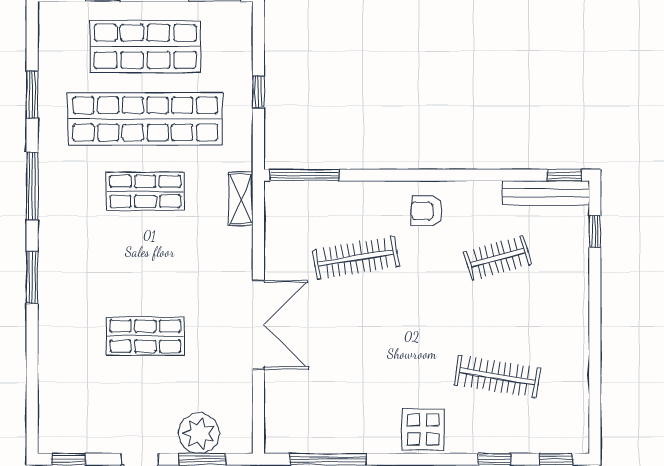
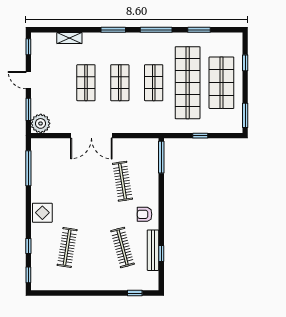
window: (564, 175) -> (161, 253), moved
bench: (546, 193) -> (153, 250), moved
shelving: (241, 199) -> (69, 38), moved
armchair: (427, 211) -> (145, 214), turned -90
clothes rail: (497, 258) -> (123, 247), width x1.36
shop shelf: (145, 264) -> (120, 83), added
plant: (199, 433) -> (41, 123), moved

